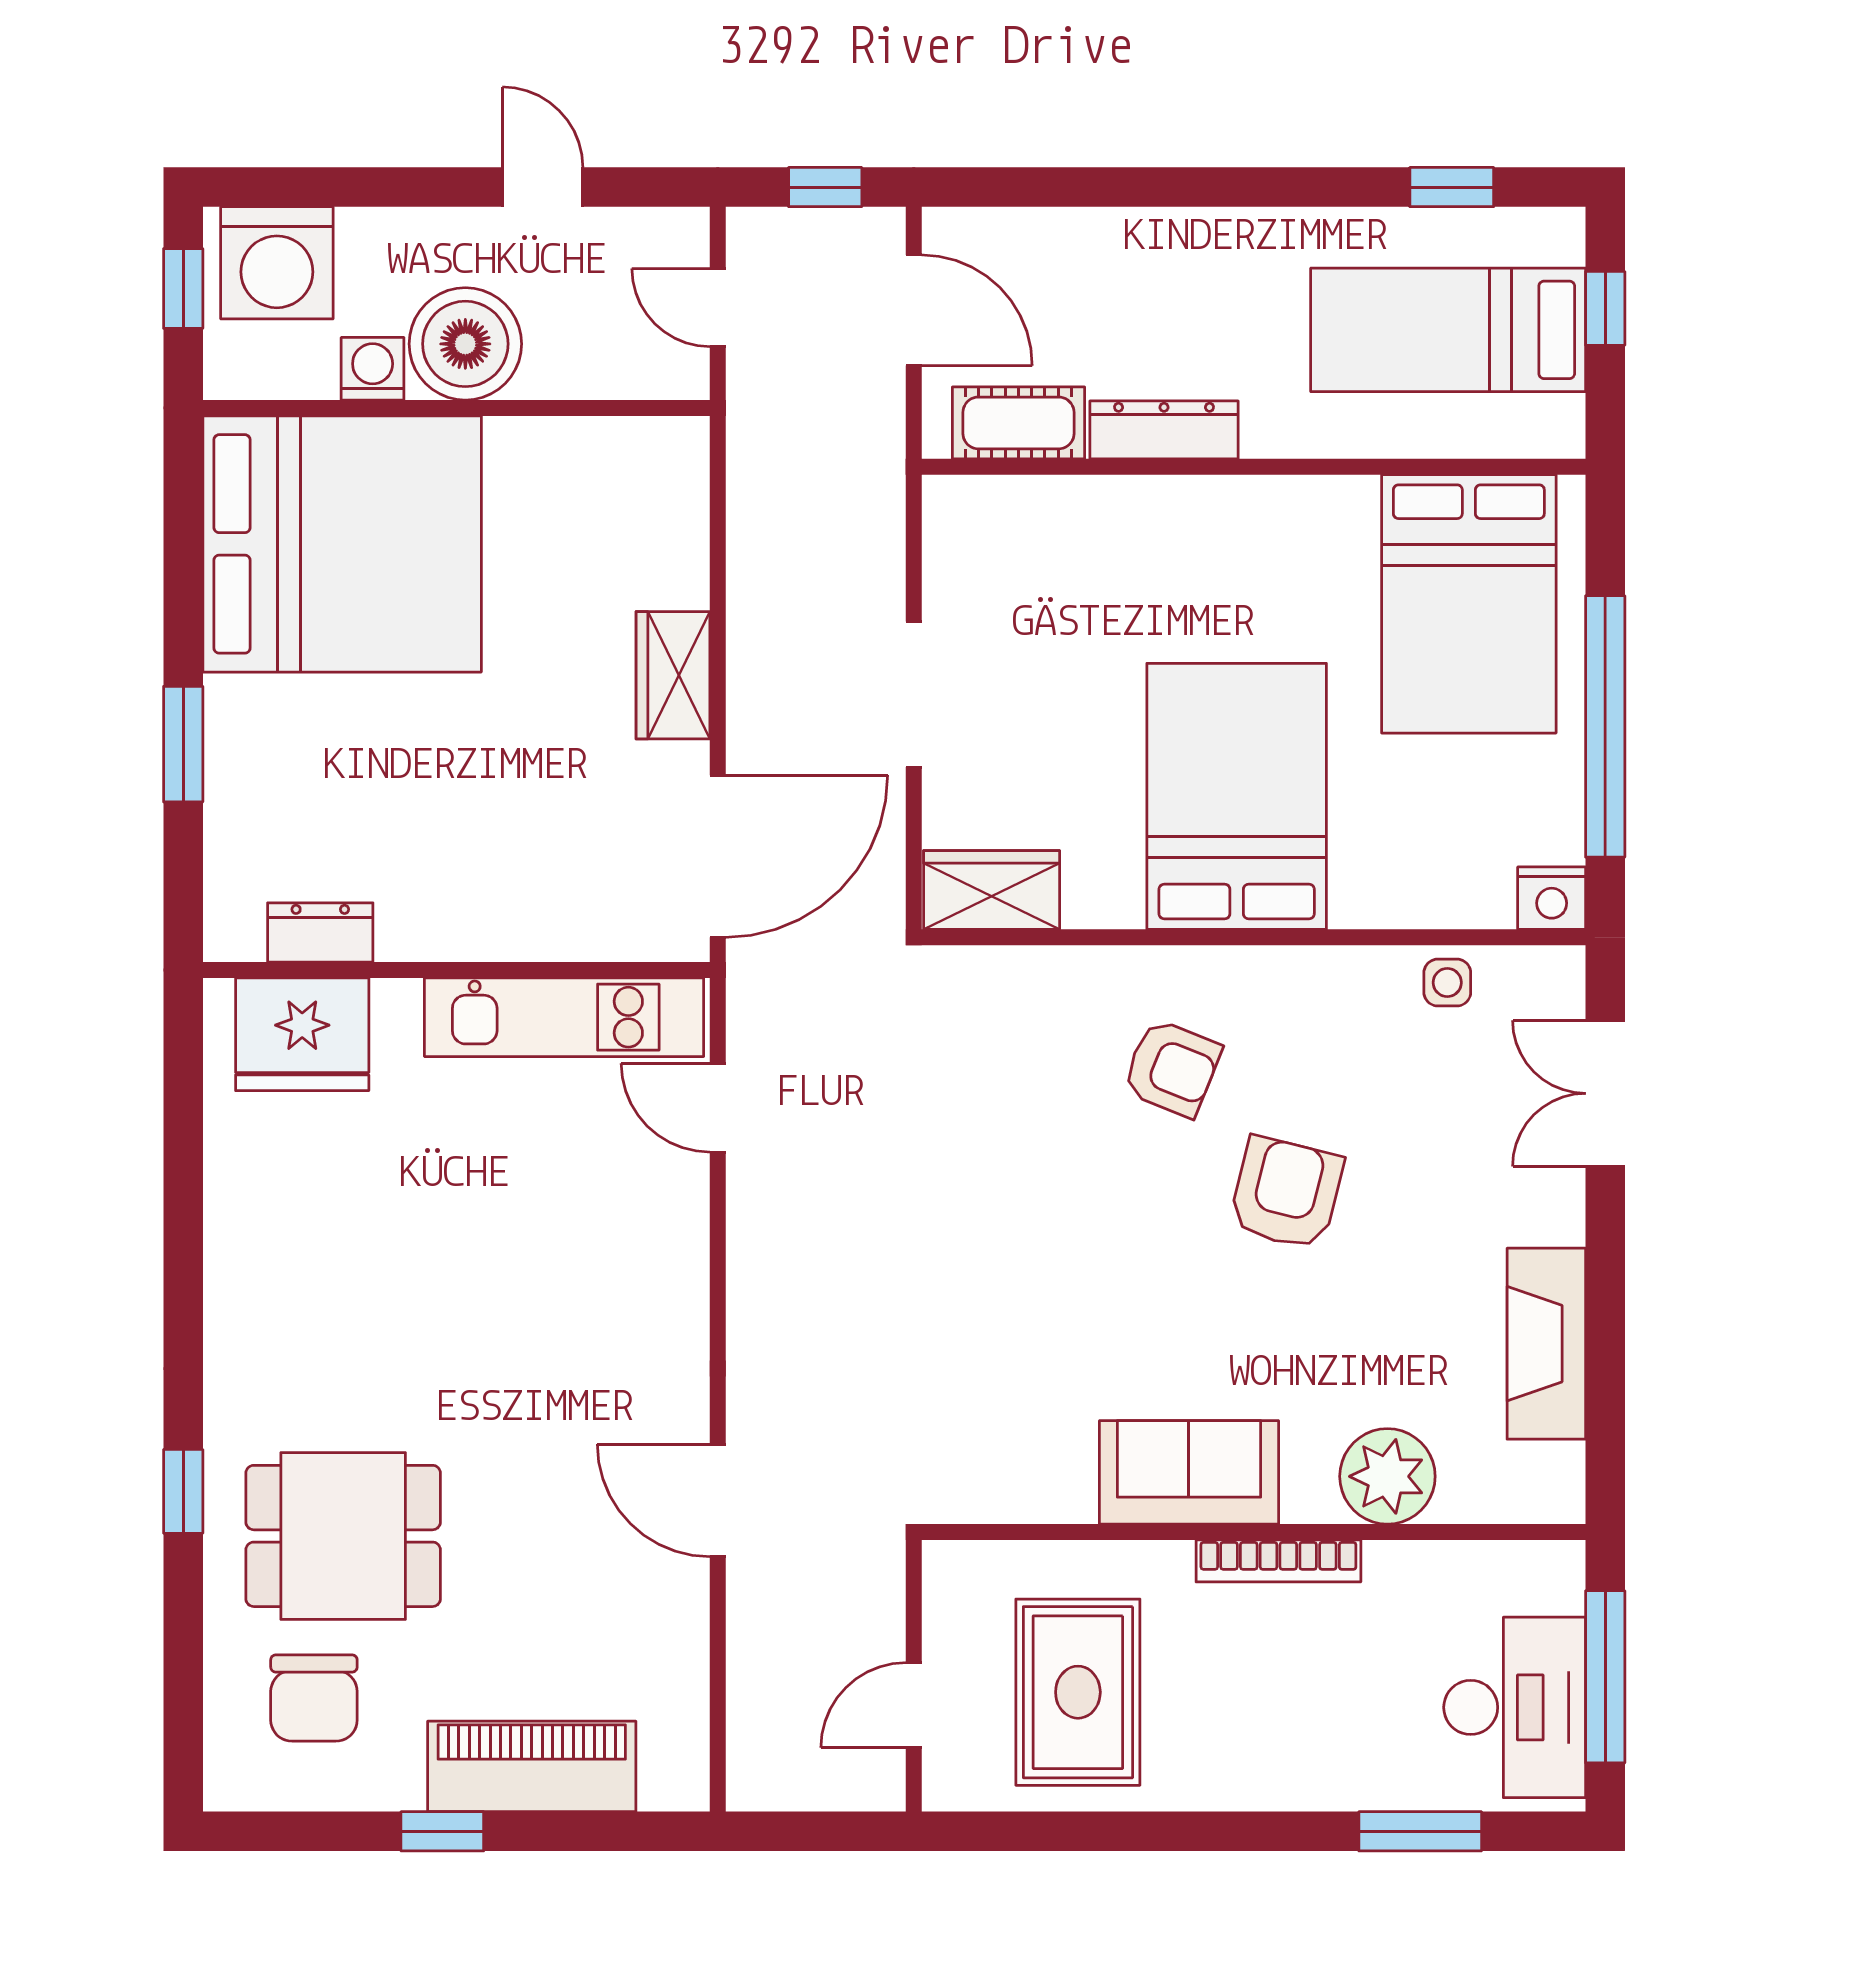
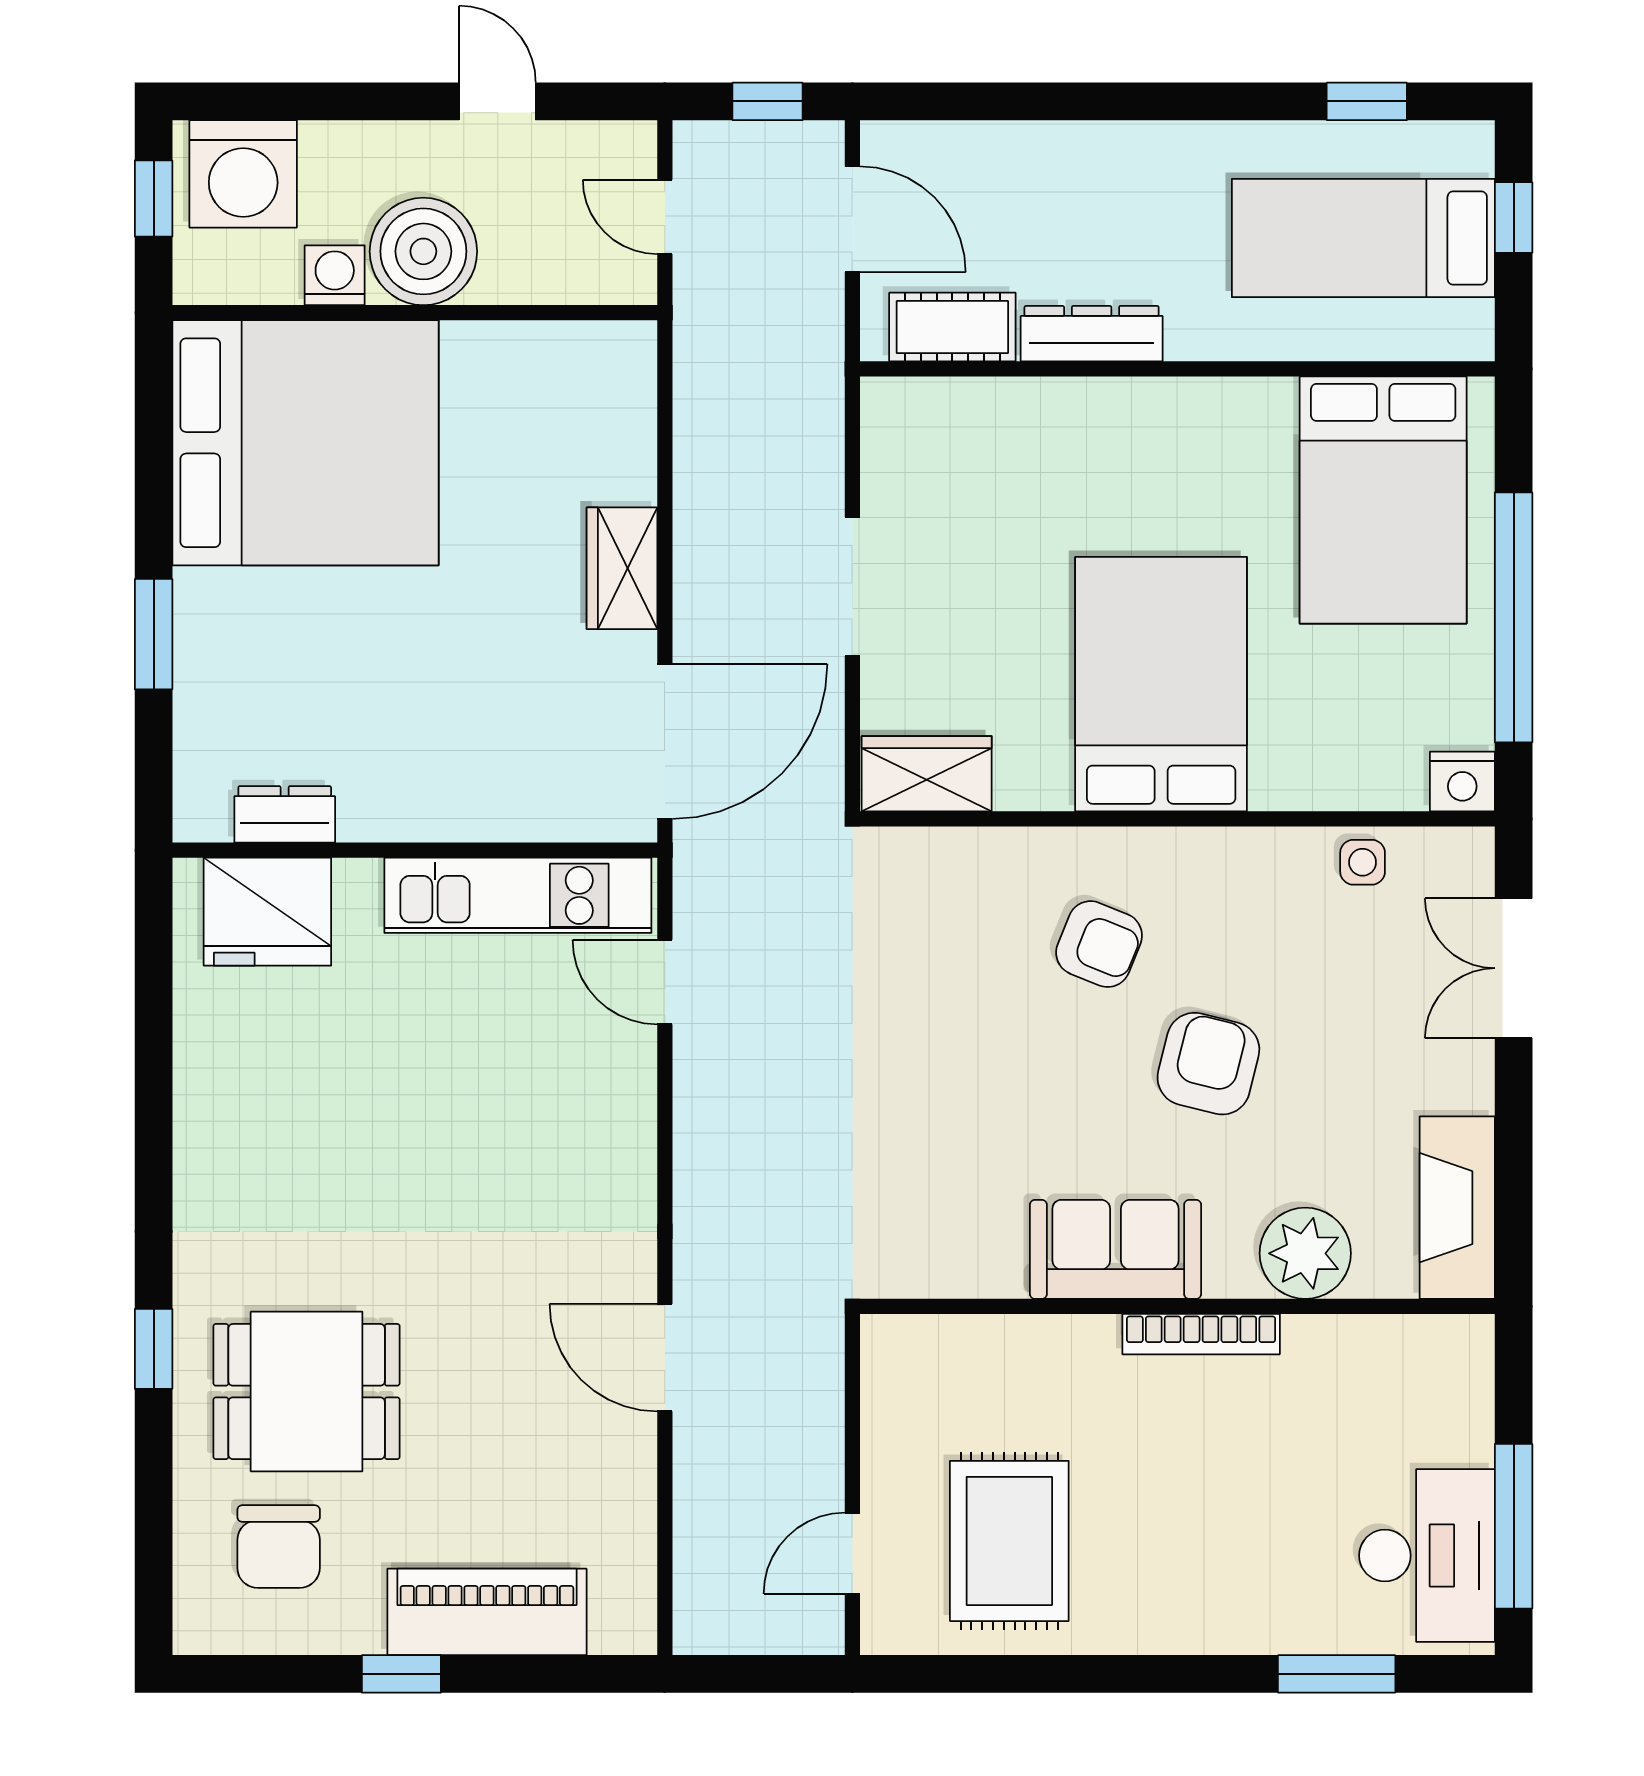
sofa: (1189, 1472) -> (1116, 1249), moved
plant: (1387, 1476) -> (1305, 1253), moved
wall: (1254, 1532) -> (1177, 1306), moved
bookcase: (1278, 1561) -> (1201, 1334), moved

